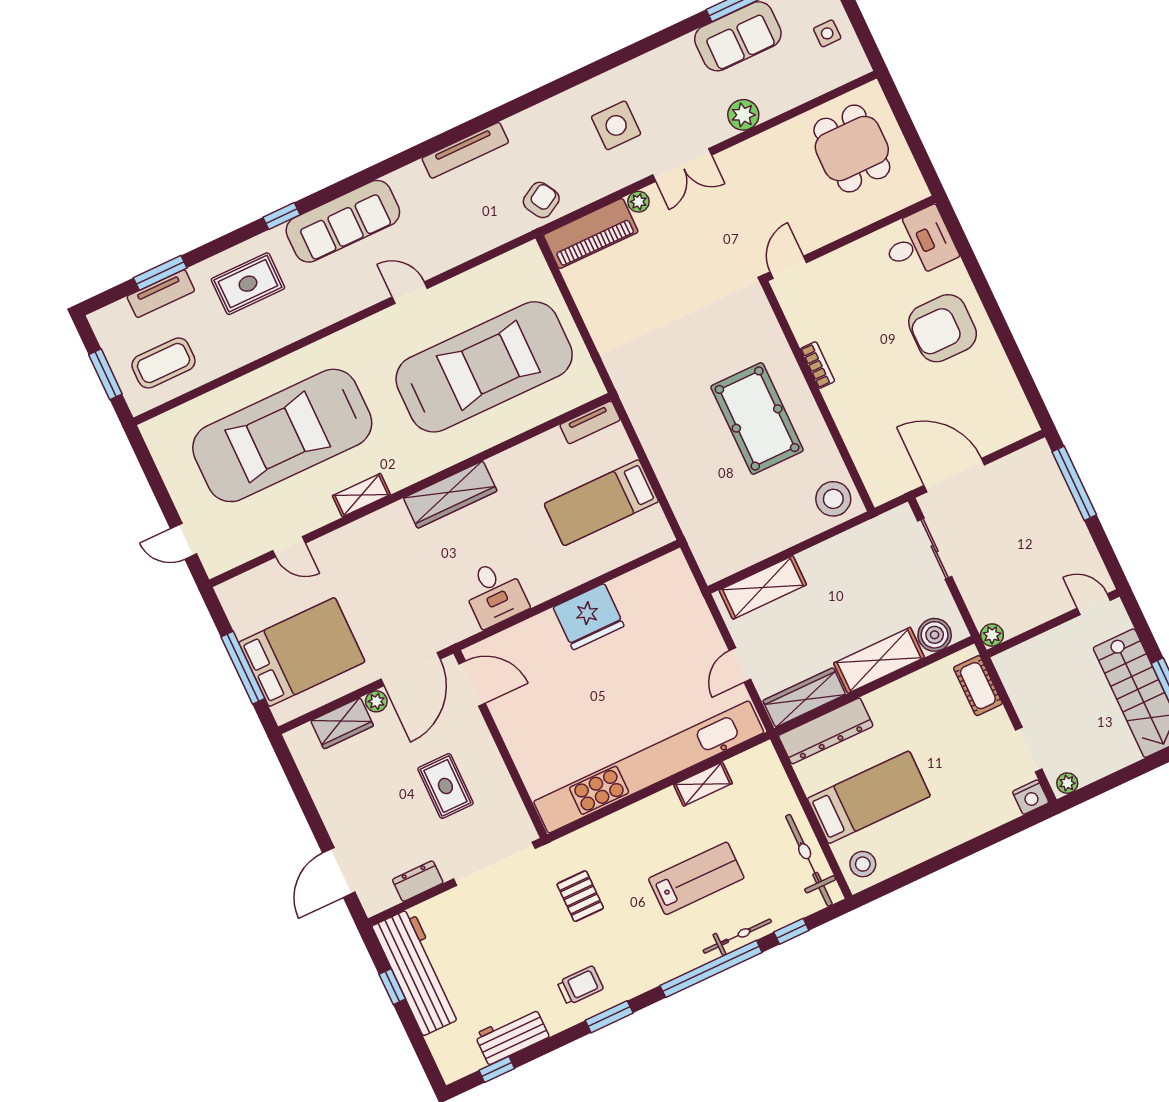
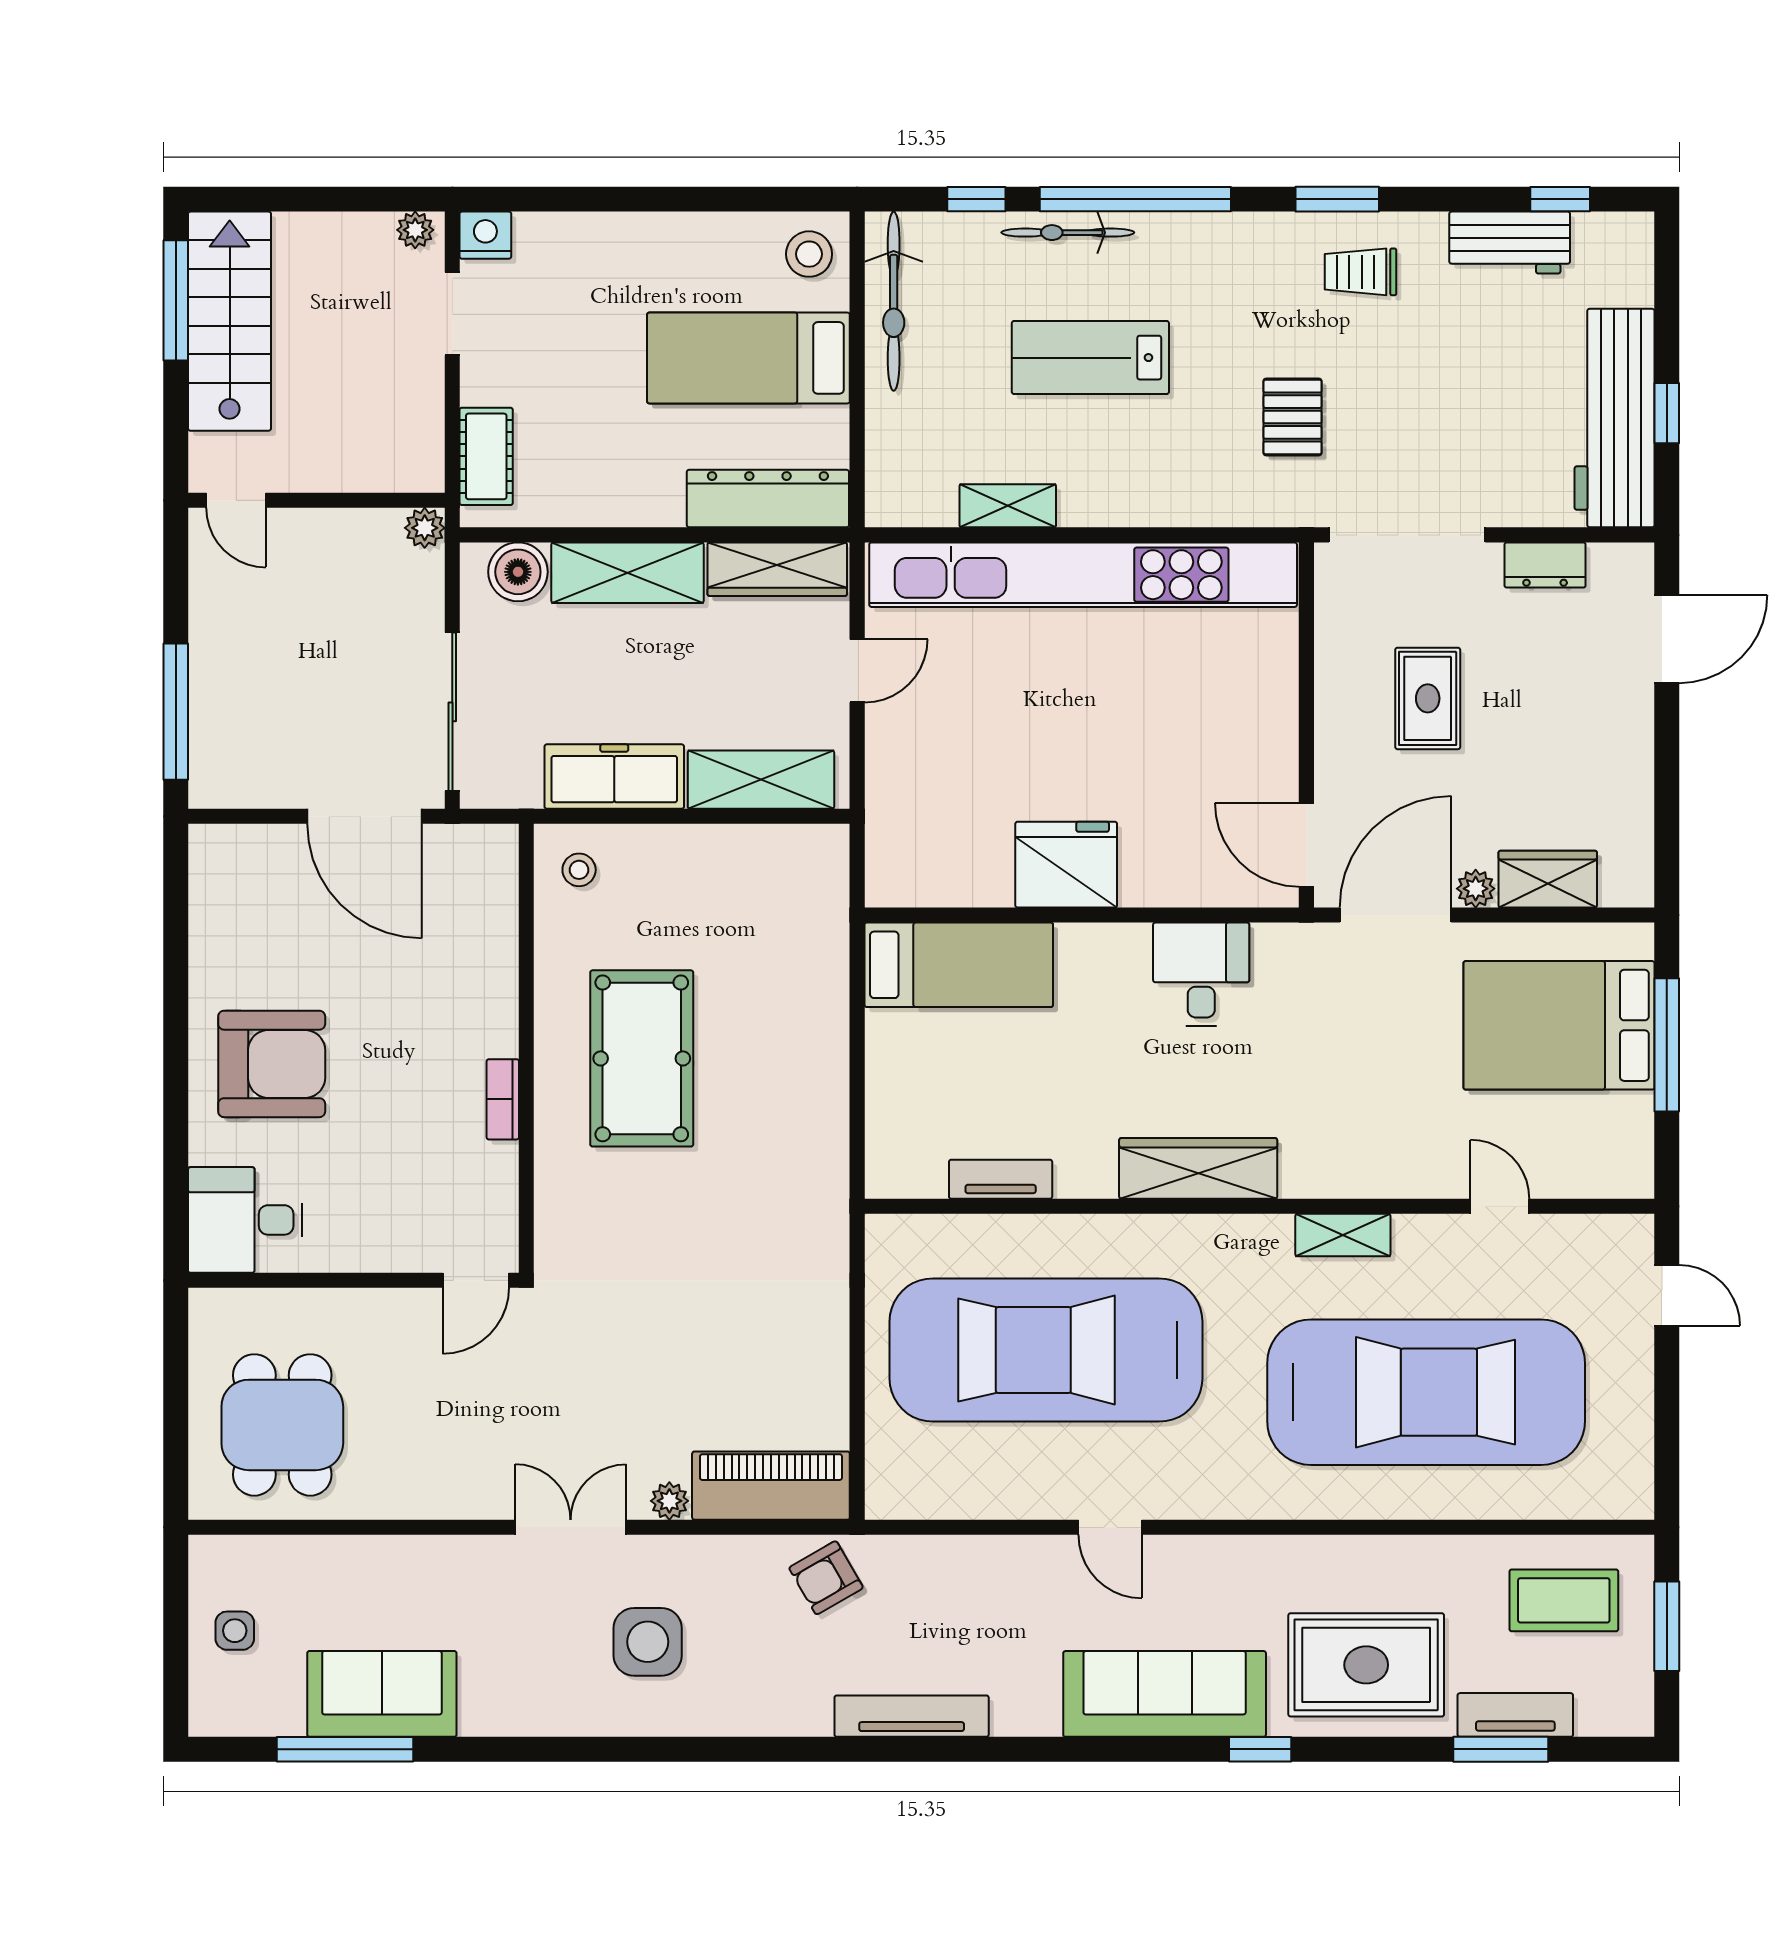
plant: (743, 115) -> (433, 1562), removed
rug: (248, 284) -> (1366, 1665), width x1.36, depth x1.43
tv unit: (590, 422) -> (1001, 1179), moved
stool: (833, 499) -> (579, 870), width x0.53, depth x0.53
bed: (601, 503) -> (959, 965), moved
sliding door: (935, 549) -> (452, 712), width x1.37
freezer: (838, 554) -> (614, 777), added

